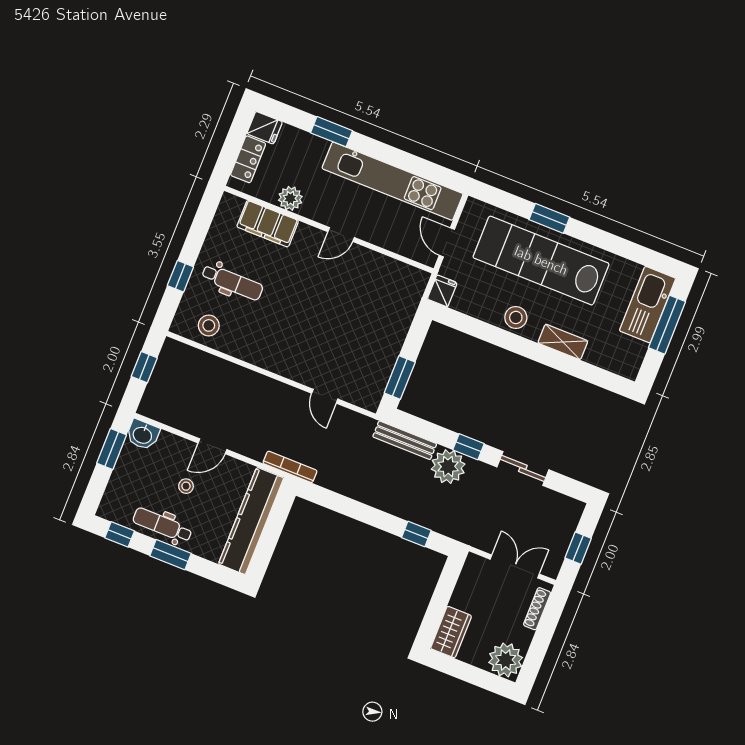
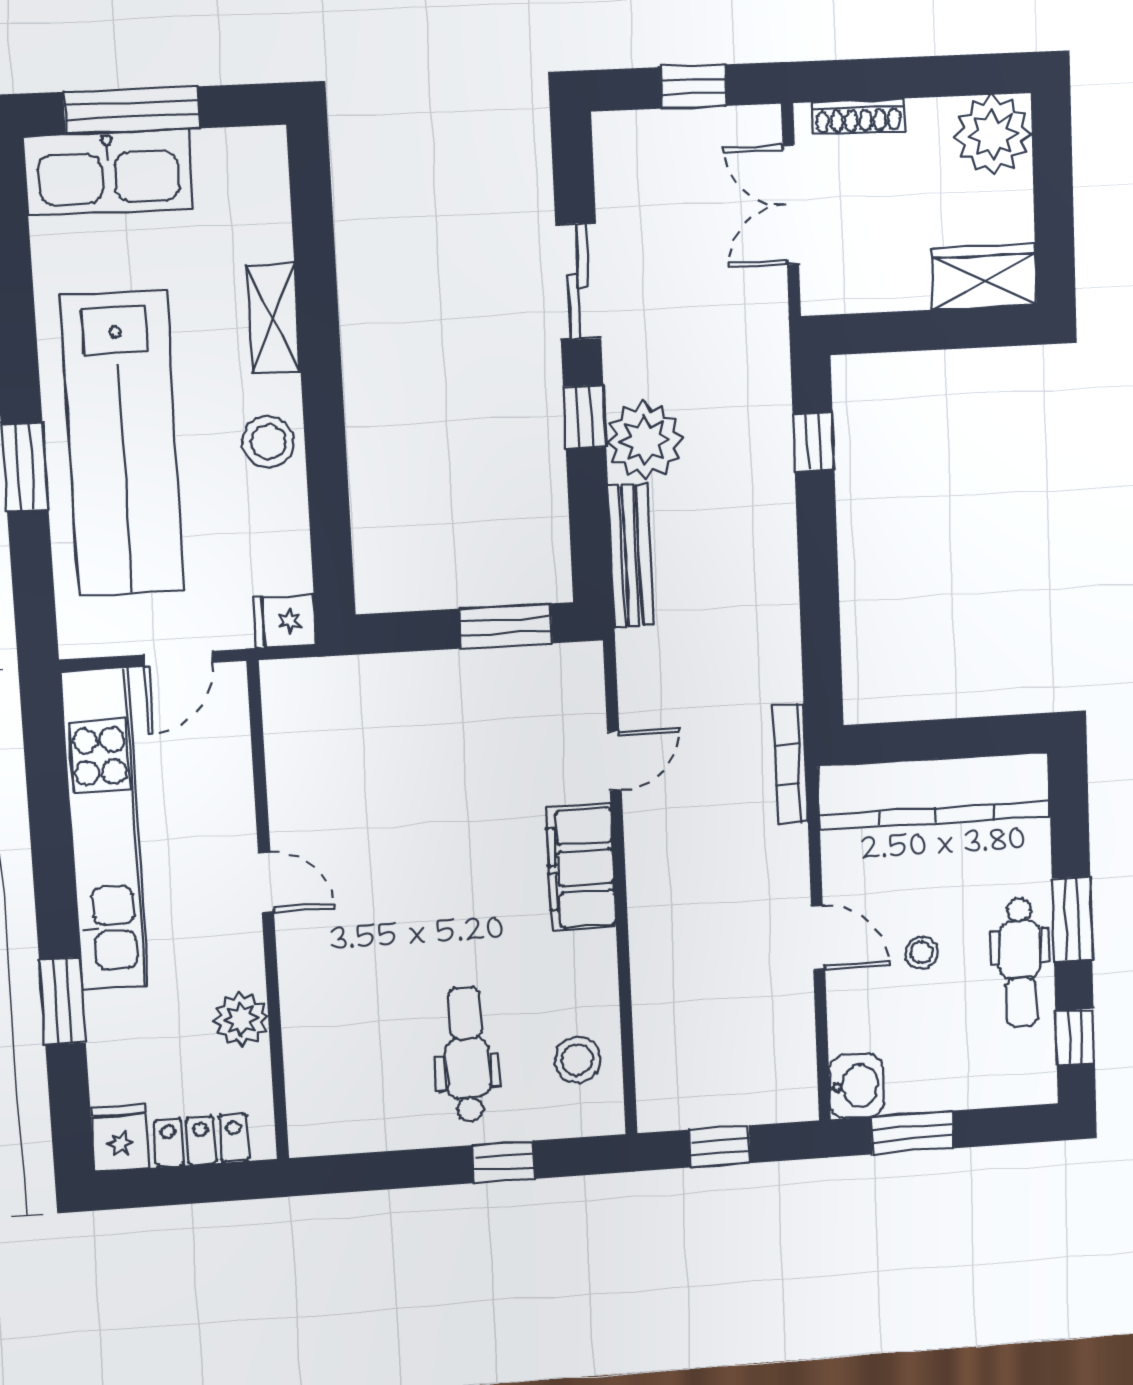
filing cabinet: (268, 224) -> (581, 868), moved, turned 180

